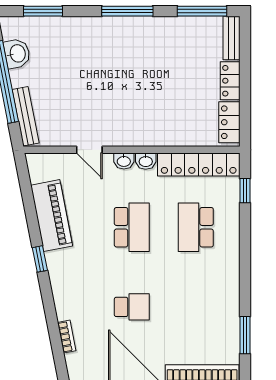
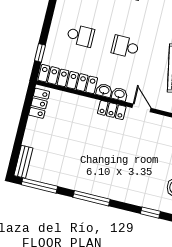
window: (43, 11) -> (150, 213), width x0.67
locker: (230, 81) -> (112, 110), moved, turned 90
school desk: (132, 227) -> (125, 47), width x0.54
school desk: (196, 227) -> (80, 36), width x0.54

